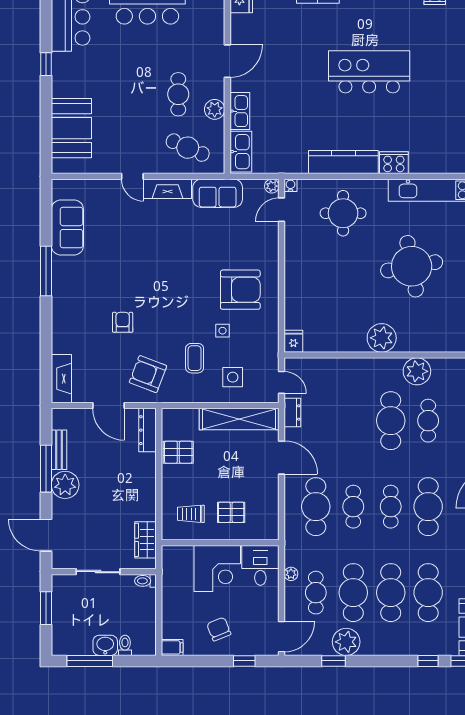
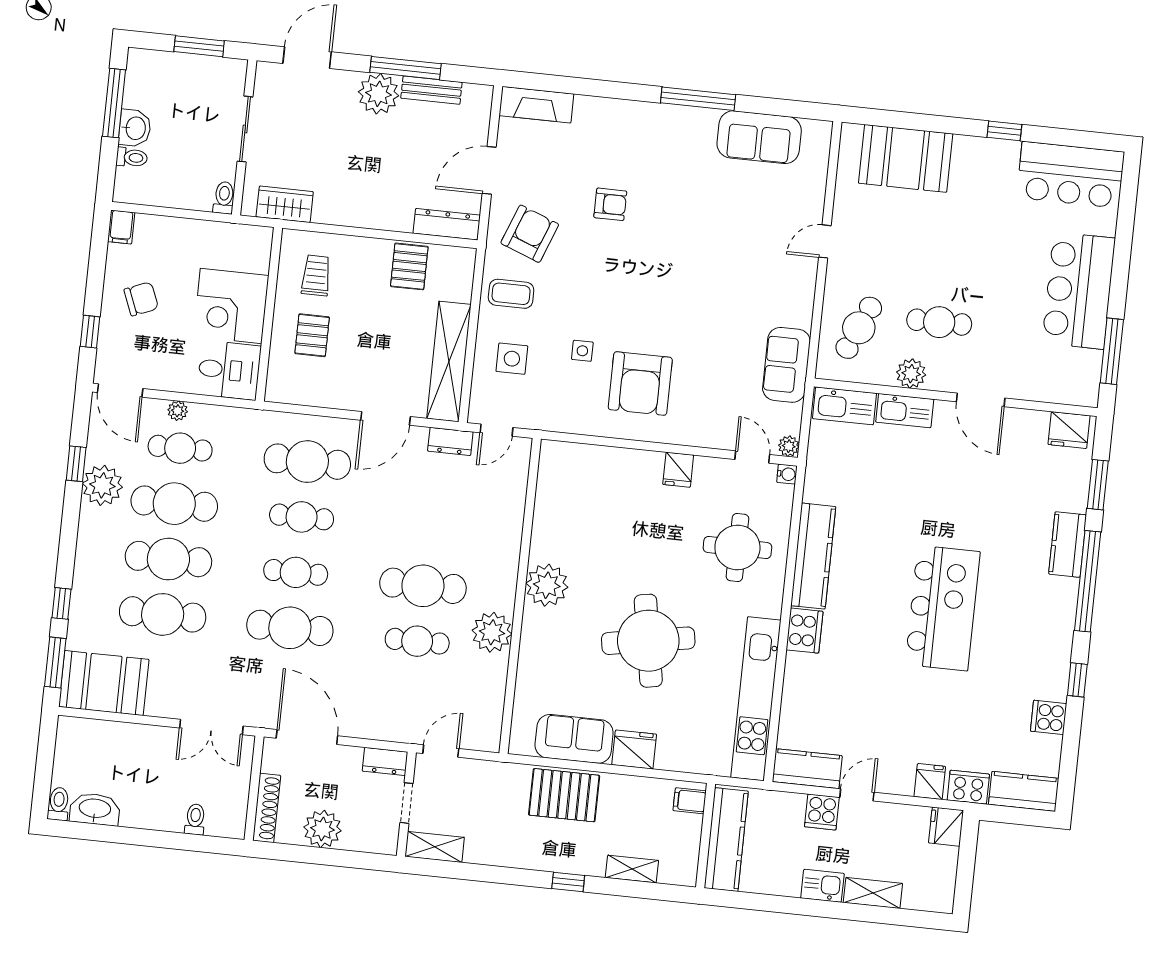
fireplace: (167, 189) -> (801, 291), removed
fridge: (293, 341) -> (678, 470), moved, turned 90
coffee table: (195, 358) -> (511, 294), moved
plant: (291, 574) -> (178, 411), moved

